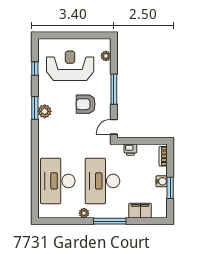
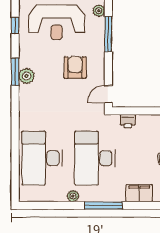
reception desk: (70, 66) -> (57, 22), turned 180
window: (114, 89) -> (108, 34), moved
armchair: (86, 104) -> (75, 68), turned 90

